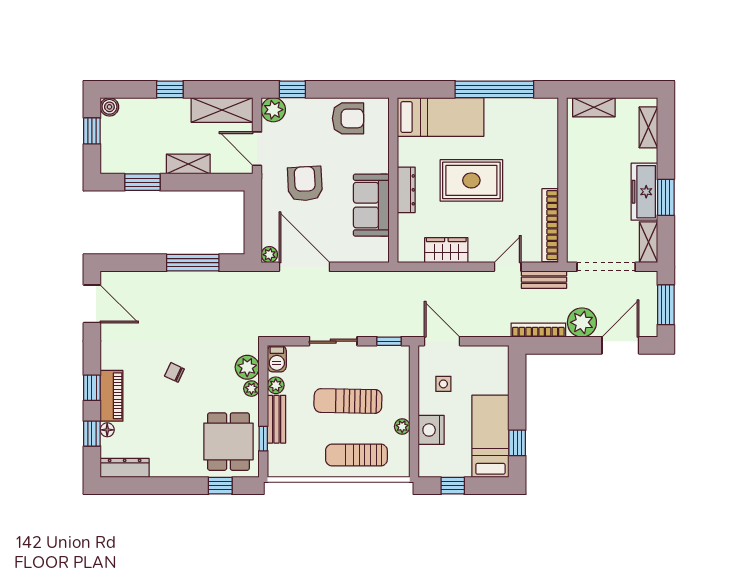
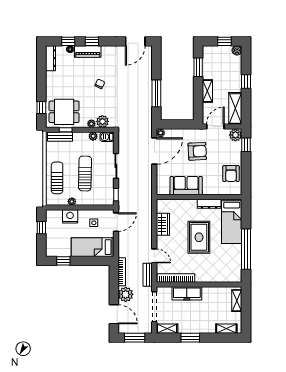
dresser: (406, 190) -> (209, 204), moved
freezer: (644, 192) -> (187, 293), moved, turned 180
bench: (277, 419) -> (60, 137), moved
bed: (490, 436) -> (93, 247), moved, turned 180

